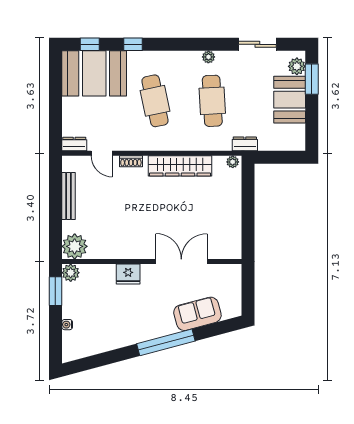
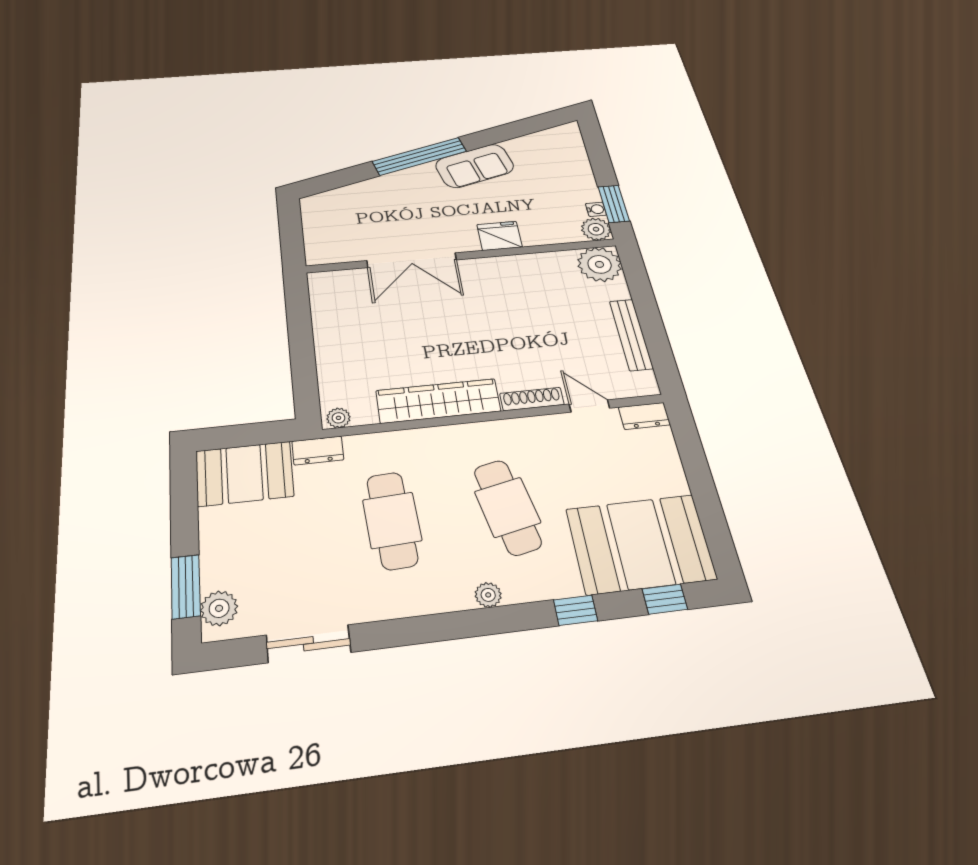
plant: (208, 57) -> (488, 595), moved
booth: (290, 100) -> (244, 474), moved, turned 90
shoe rack: (131, 161) -> (532, 399), width x1.43
sofa: (197, 314) -> (475, 166), moved
water cooler: (67, 325) -> (596, 209), moved

